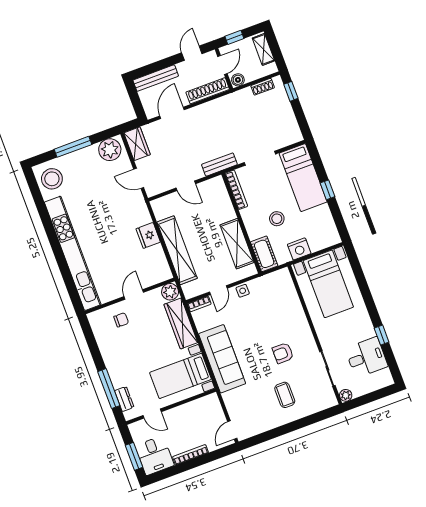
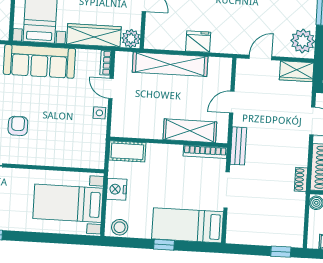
shoe rack: (263, 87) -> (301, 180), moved
stool: (277, 219) -> (120, 227), moved
shelving: (237, 244) -> (190, 131), moved

